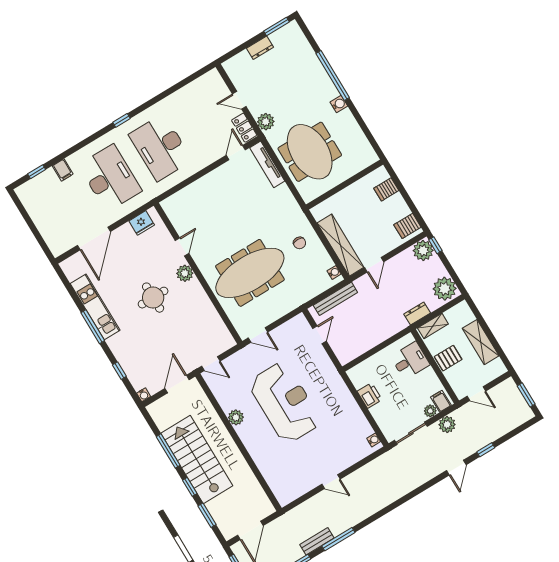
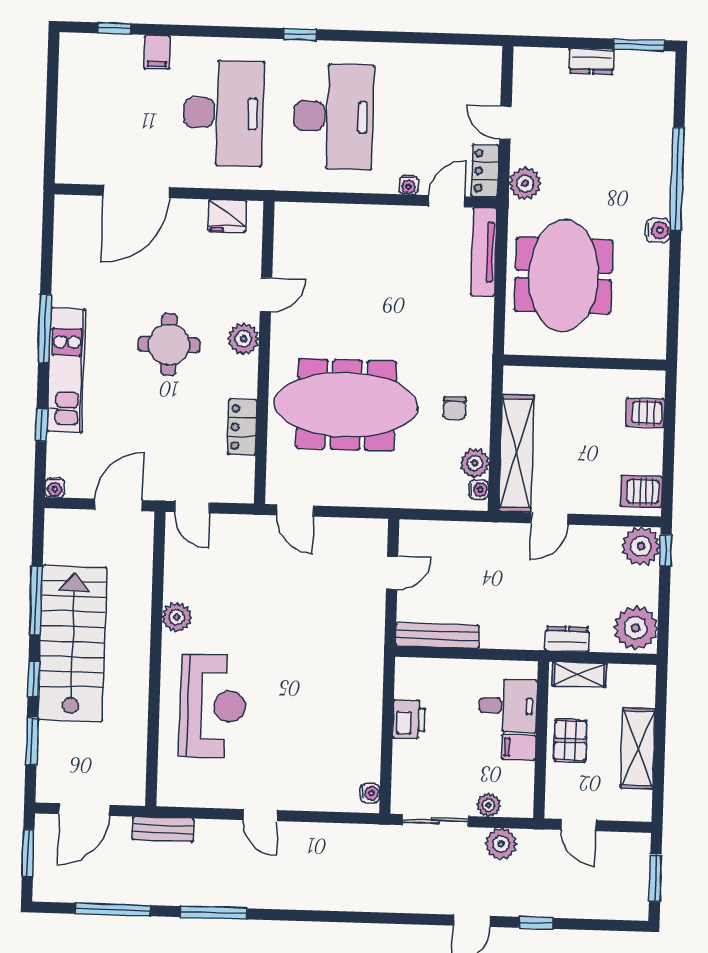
desk: (161, 147) -> (334, 116), turned 180
water cooler: (214, 156) -> (409, 185), added
plant: (325, 262) -> (475, 463), added
bench: (335, 299) -> (437, 635), moved
kitchen unit: (95, 307) -> (66, 370), moved
locker: (210, 313) -> (242, 427), added
pallet: (448, 358) -> (570, 740), turned 90
filing cabinet: (441, 401) -> (519, 747), moved, turned -90
reception desk: (285, 403) -> (213, 706), moved, width x0.74, depth x0.77
bench: (317, 541) -> (163, 829), moved

